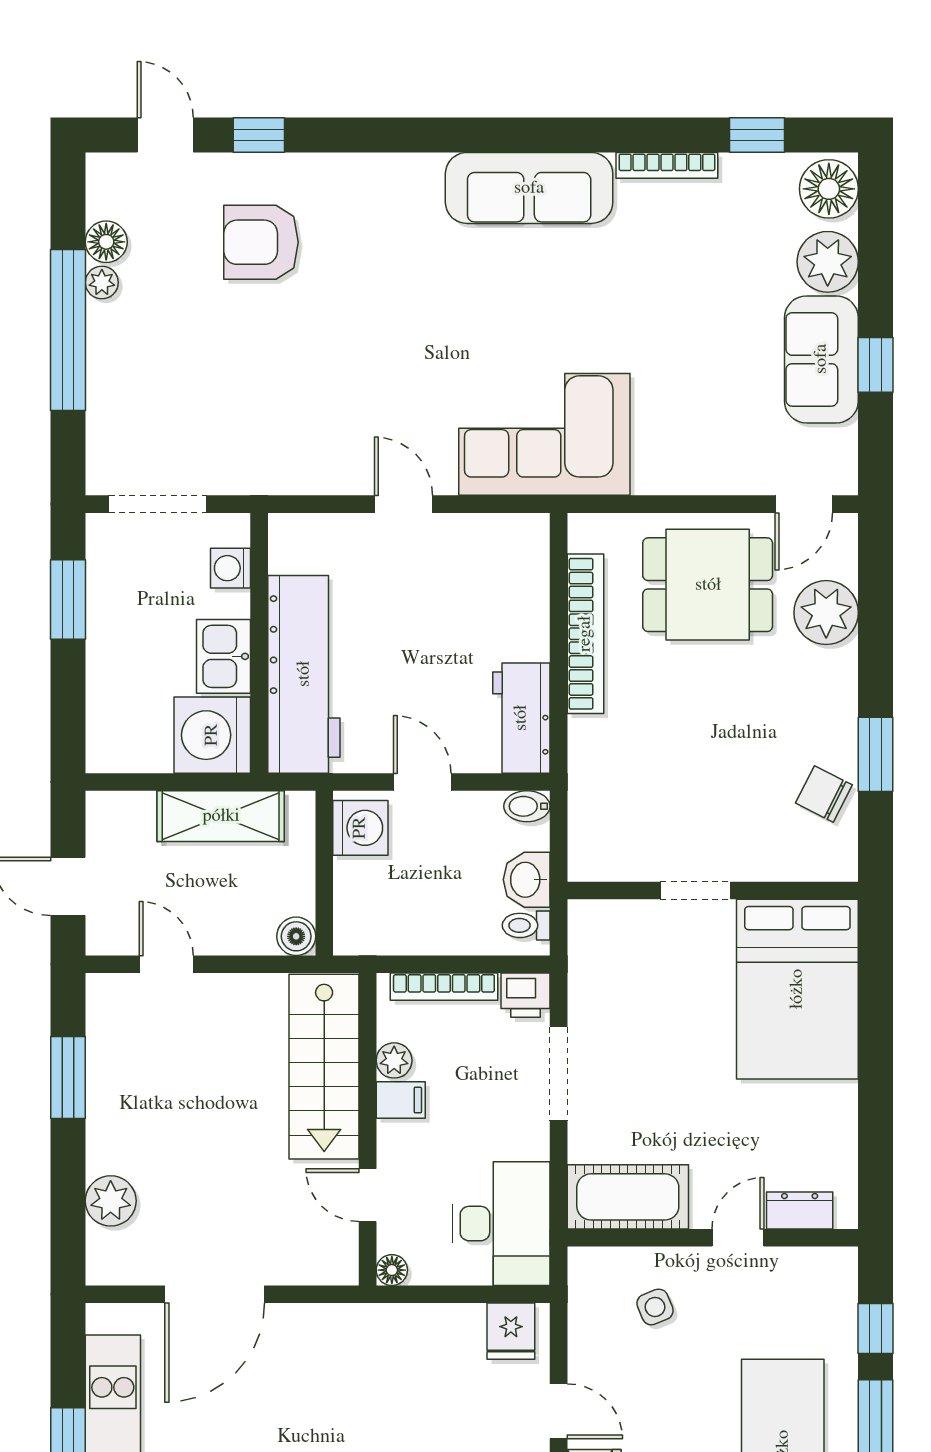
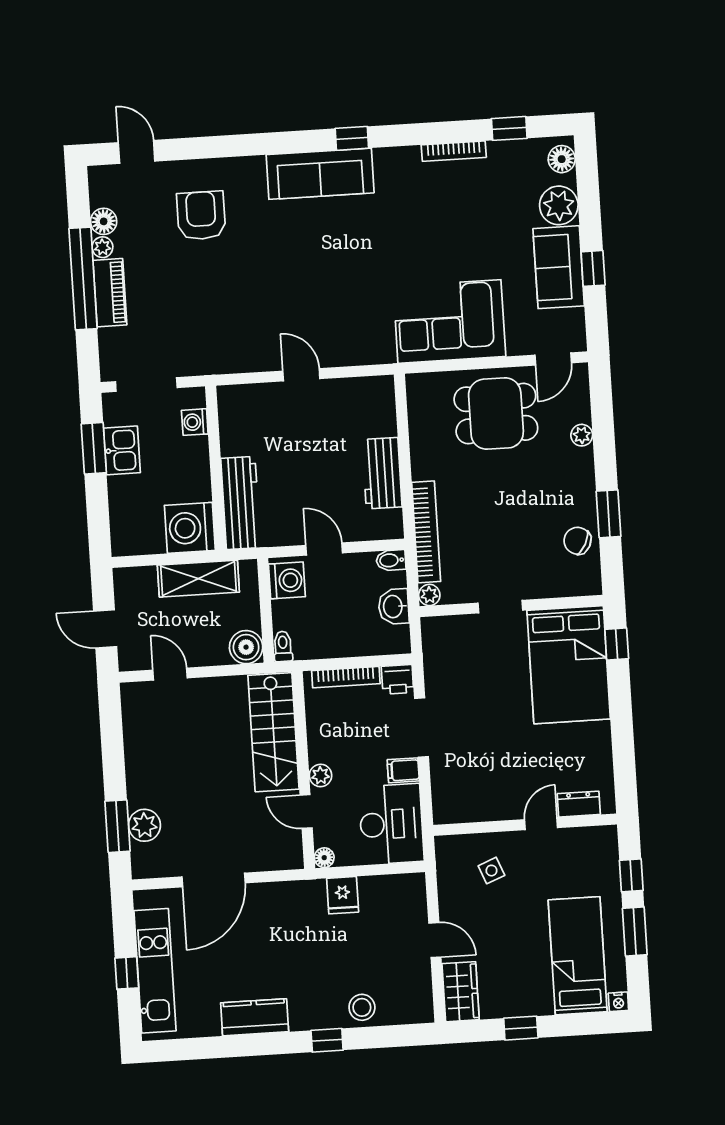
window: (259, 135) -> (352, 138), moved
sofa: (529, 188) -> (320, 174), moved
floor lamp: (829, 189) -> (562, 159), width x0.73, depth x0.73
armchair: (261, 242) -> (201, 216), turned 90
piano: (109, 355) -> (110, 293), added
corner sofa: (544, 434) -> (449, 321), moved
plant: (826, 613) -> (582, 435), width x0.53, depth x0.53
bookcase: (585, 634) -> (426, 532), moved
kitchen sink: (224, 656) -> (122, 450), moved, turned 180
workbench: (304, 674) -> (241, 503), width x0.73, depth x0.76
workbench: (521, 718) -> (382, 473), moved
plant: (584, 865) -> (429, 595), added
toilet: (526, 925) -> (283, 646), moved, turned 90
boiler: (296, 936) -> (246, 647), width x1.36, depth x1.36
window: (876, 961) -> (617, 644), added
plant: (394, 1060) -> (320, 775), moved
window: (68, 1077) -> (118, 826), moved
filing cabinet: (401, 1100) -> (403, 770), moved, turned 180
cot: (628, 1197) -> (470, 802), removed
fridge: (511, 1331) -> (343, 895), moved

